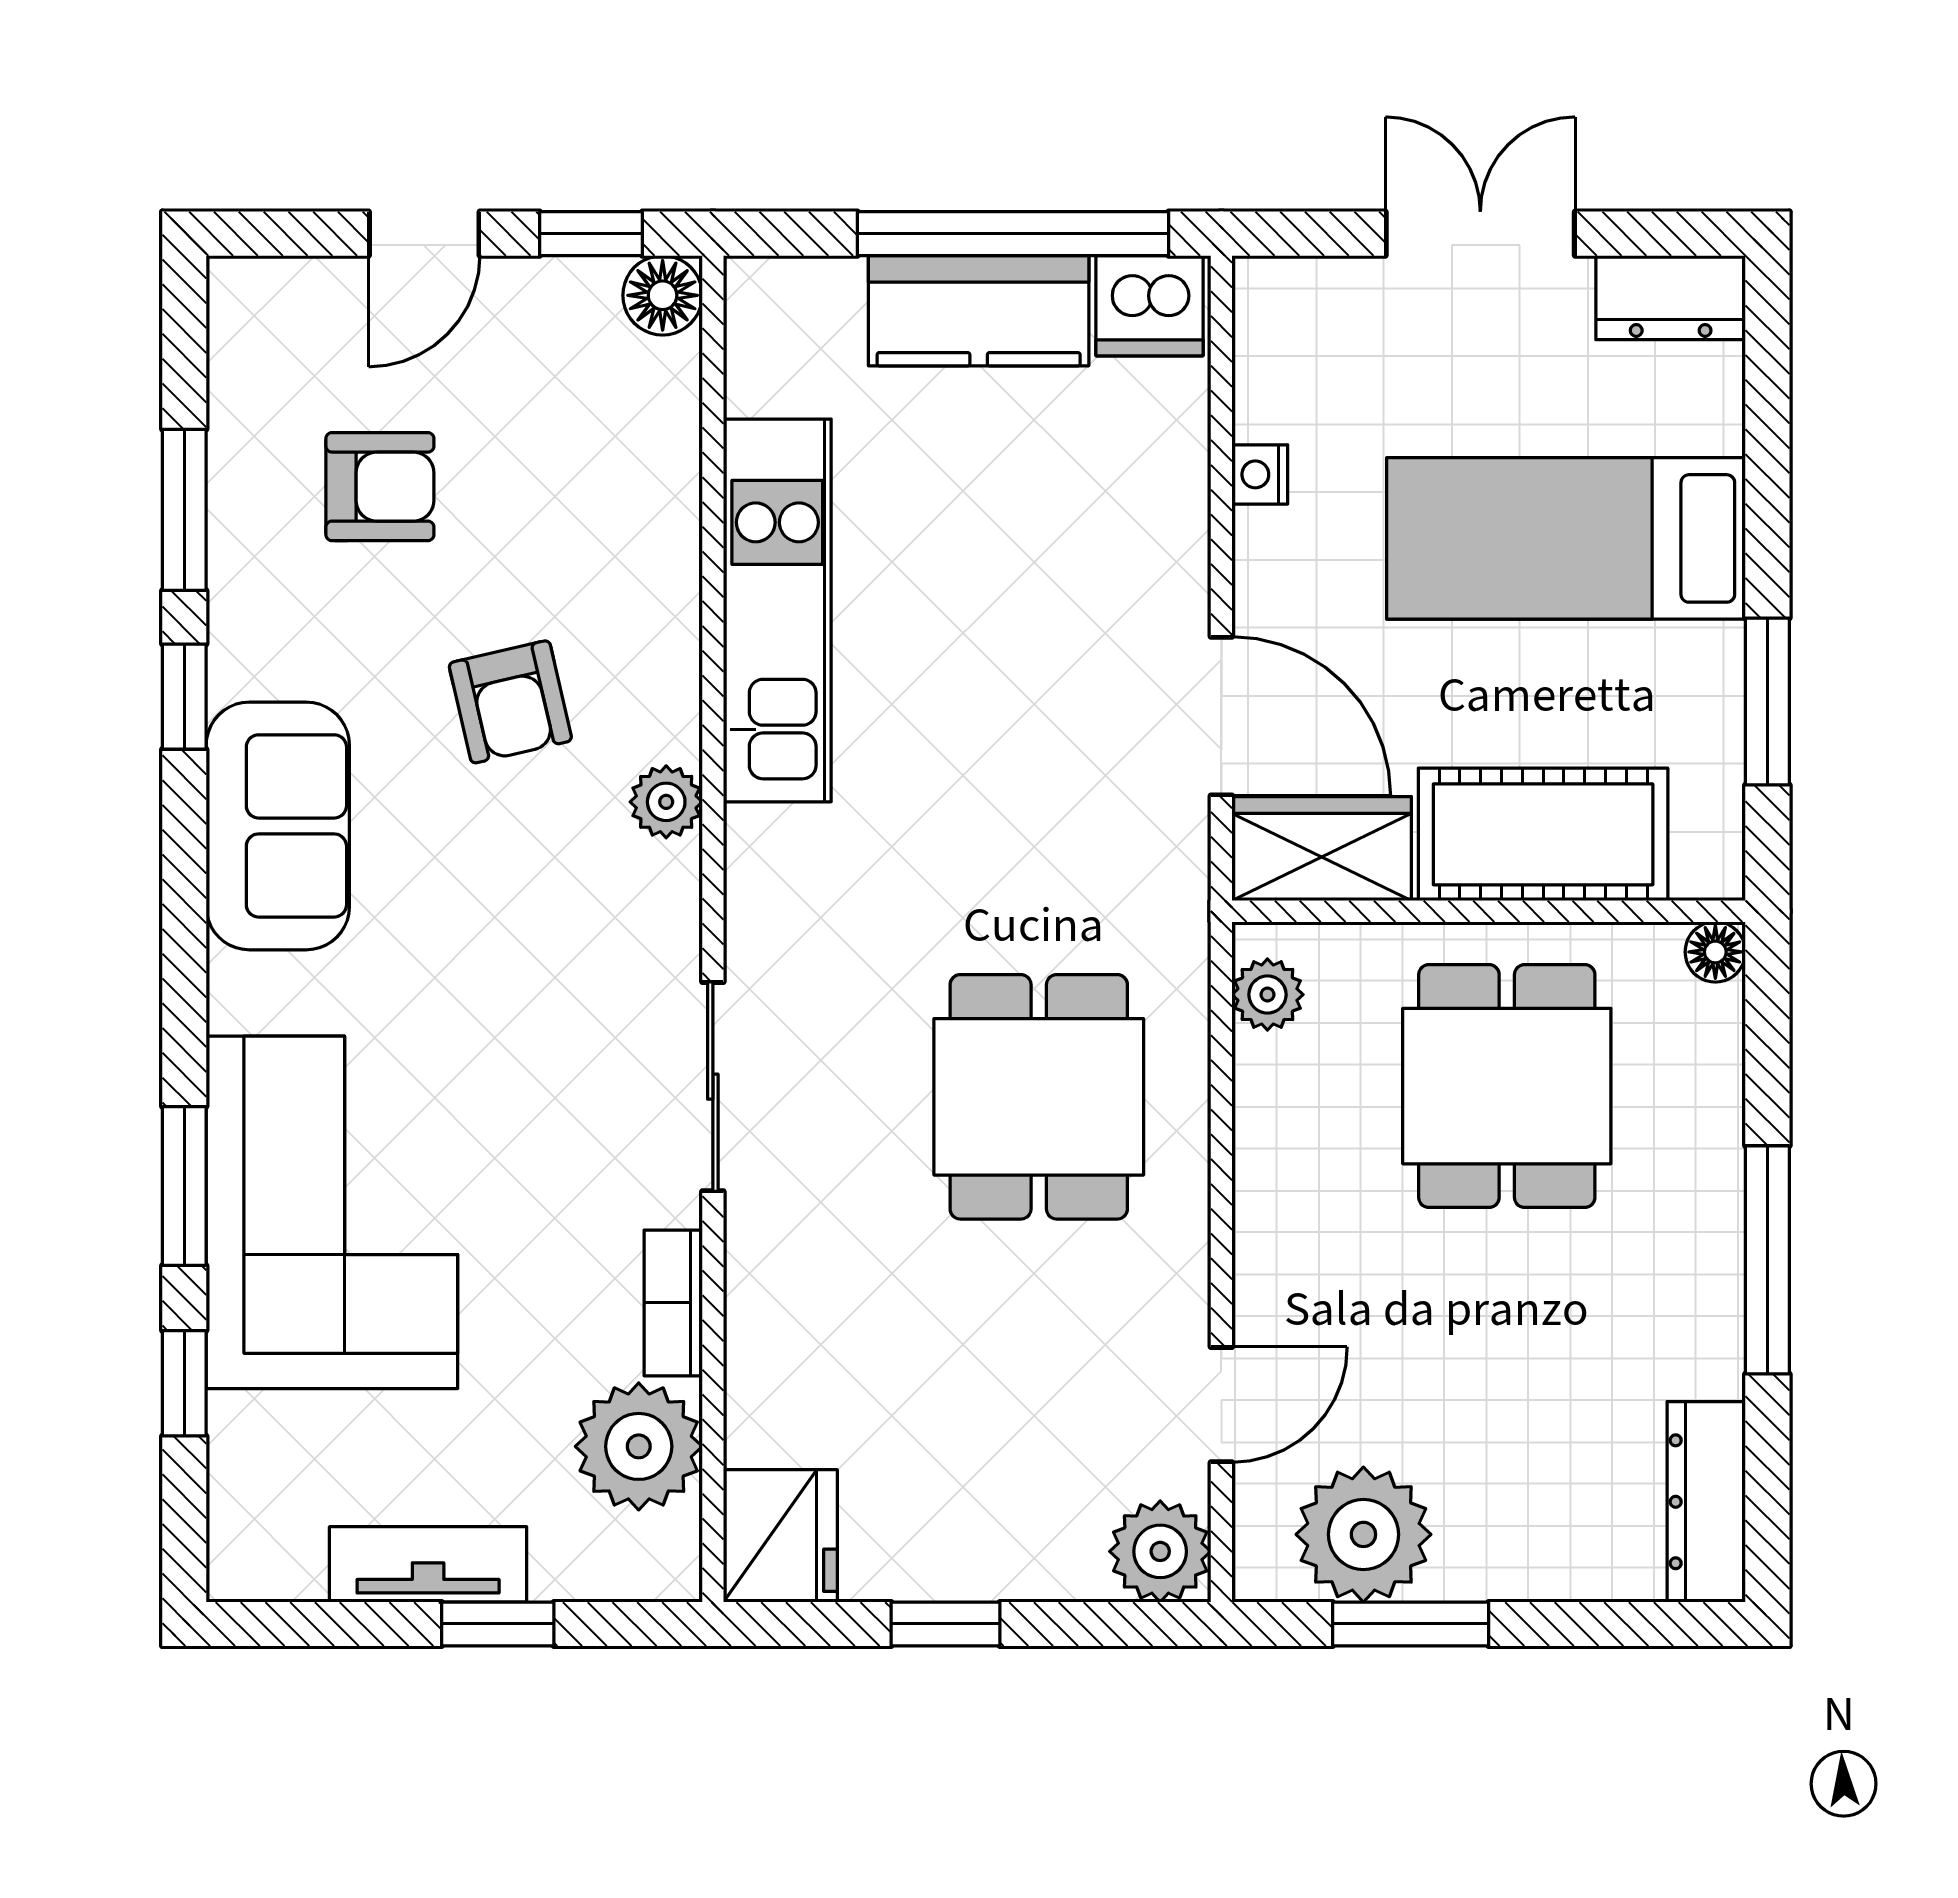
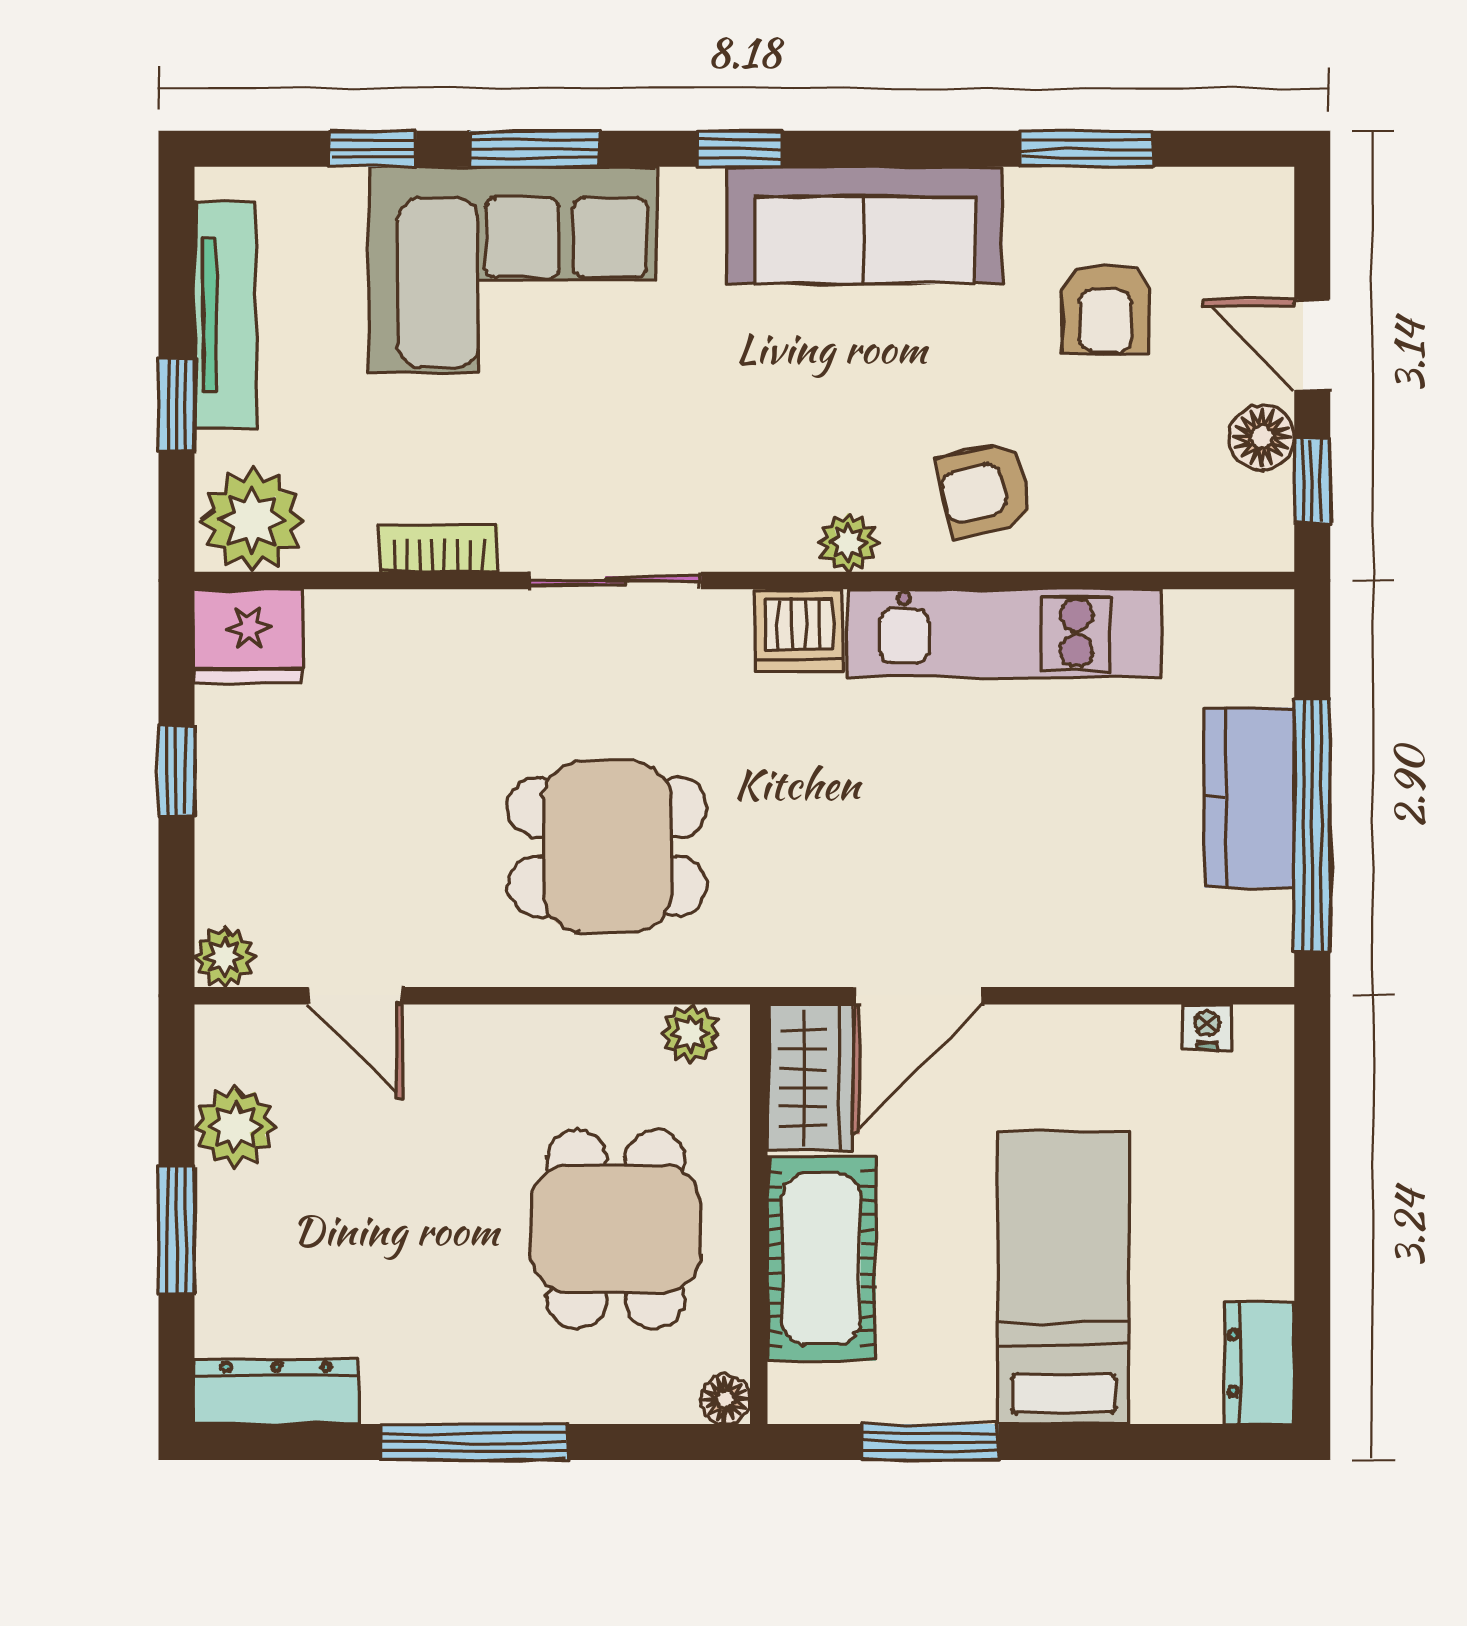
double door: (1480, 234) -> (1312, 1207), removed
floor lamp: (663, 295) -> (1262, 437), moved
dishwasher: (1149, 306) -> (799, 630), moved, turned -90
nightstand: (1260, 474) -> (1207, 1027), moved
window: (184, 697) -> (740, 149), moved
armchair: (510, 702) -> (985, 490), moved
sofa: (278, 826) -> (865, 225), width x1.36
dining table: (1507, 1086) -> (616, 1229), turned 90
plant: (639, 1446) -> (252, 520), moved
plant: (1363, 1534) -> (235, 1127), width x0.73, depth x0.73
plant: (1160, 1551) -> (224, 957), width x0.73, depth x0.73
tv unit: (428, 1564) -> (225, 315), width x1.41
window: (1411, 1624) -> (177, 1230), moved

